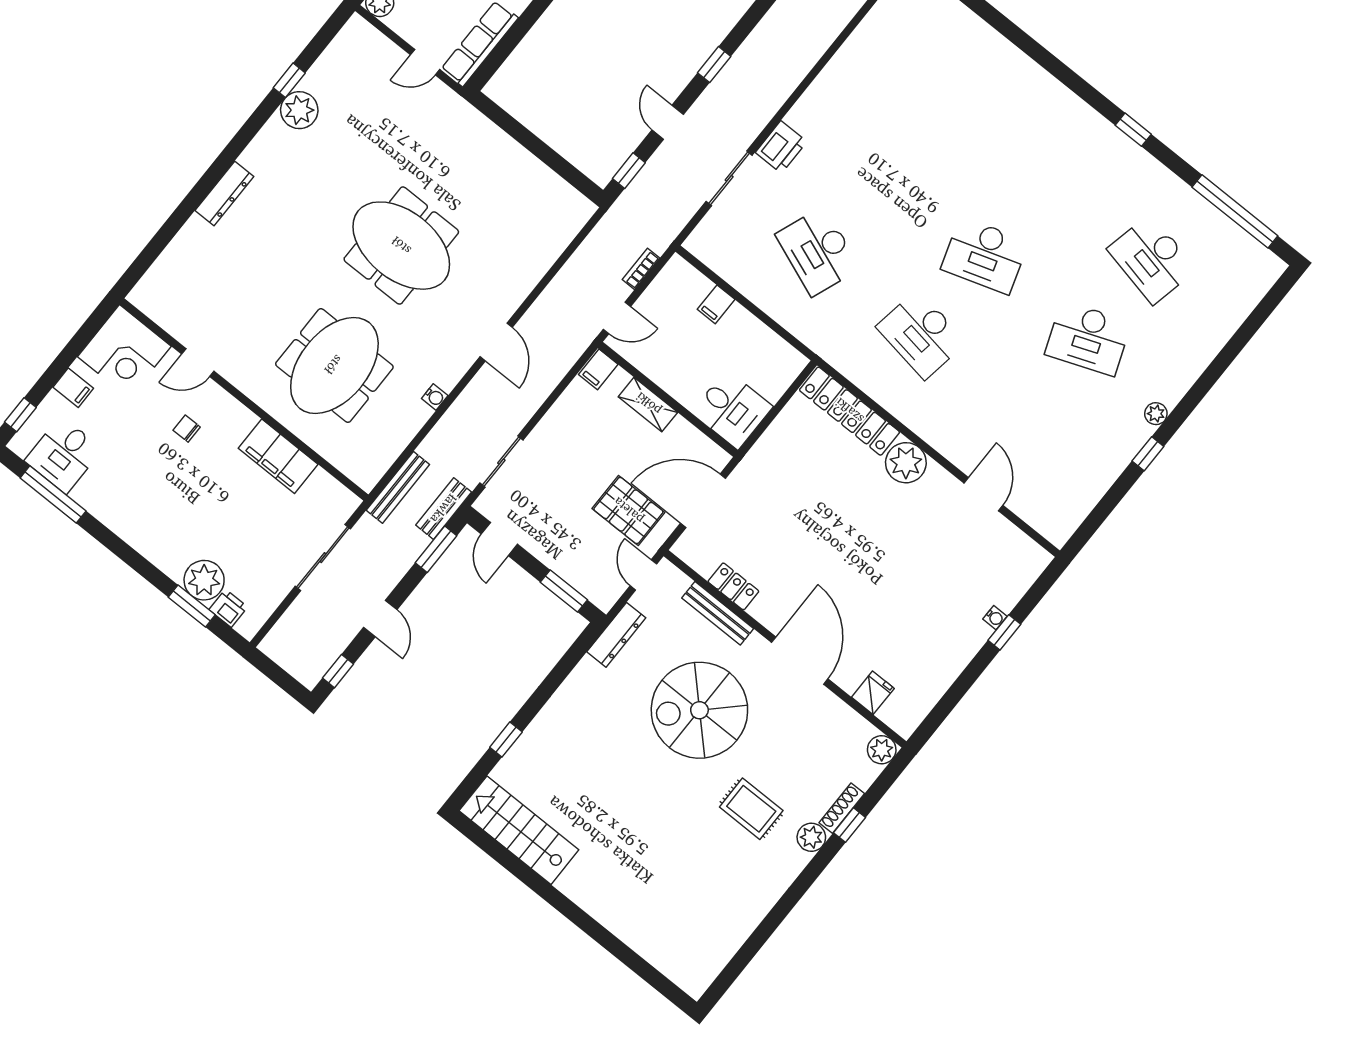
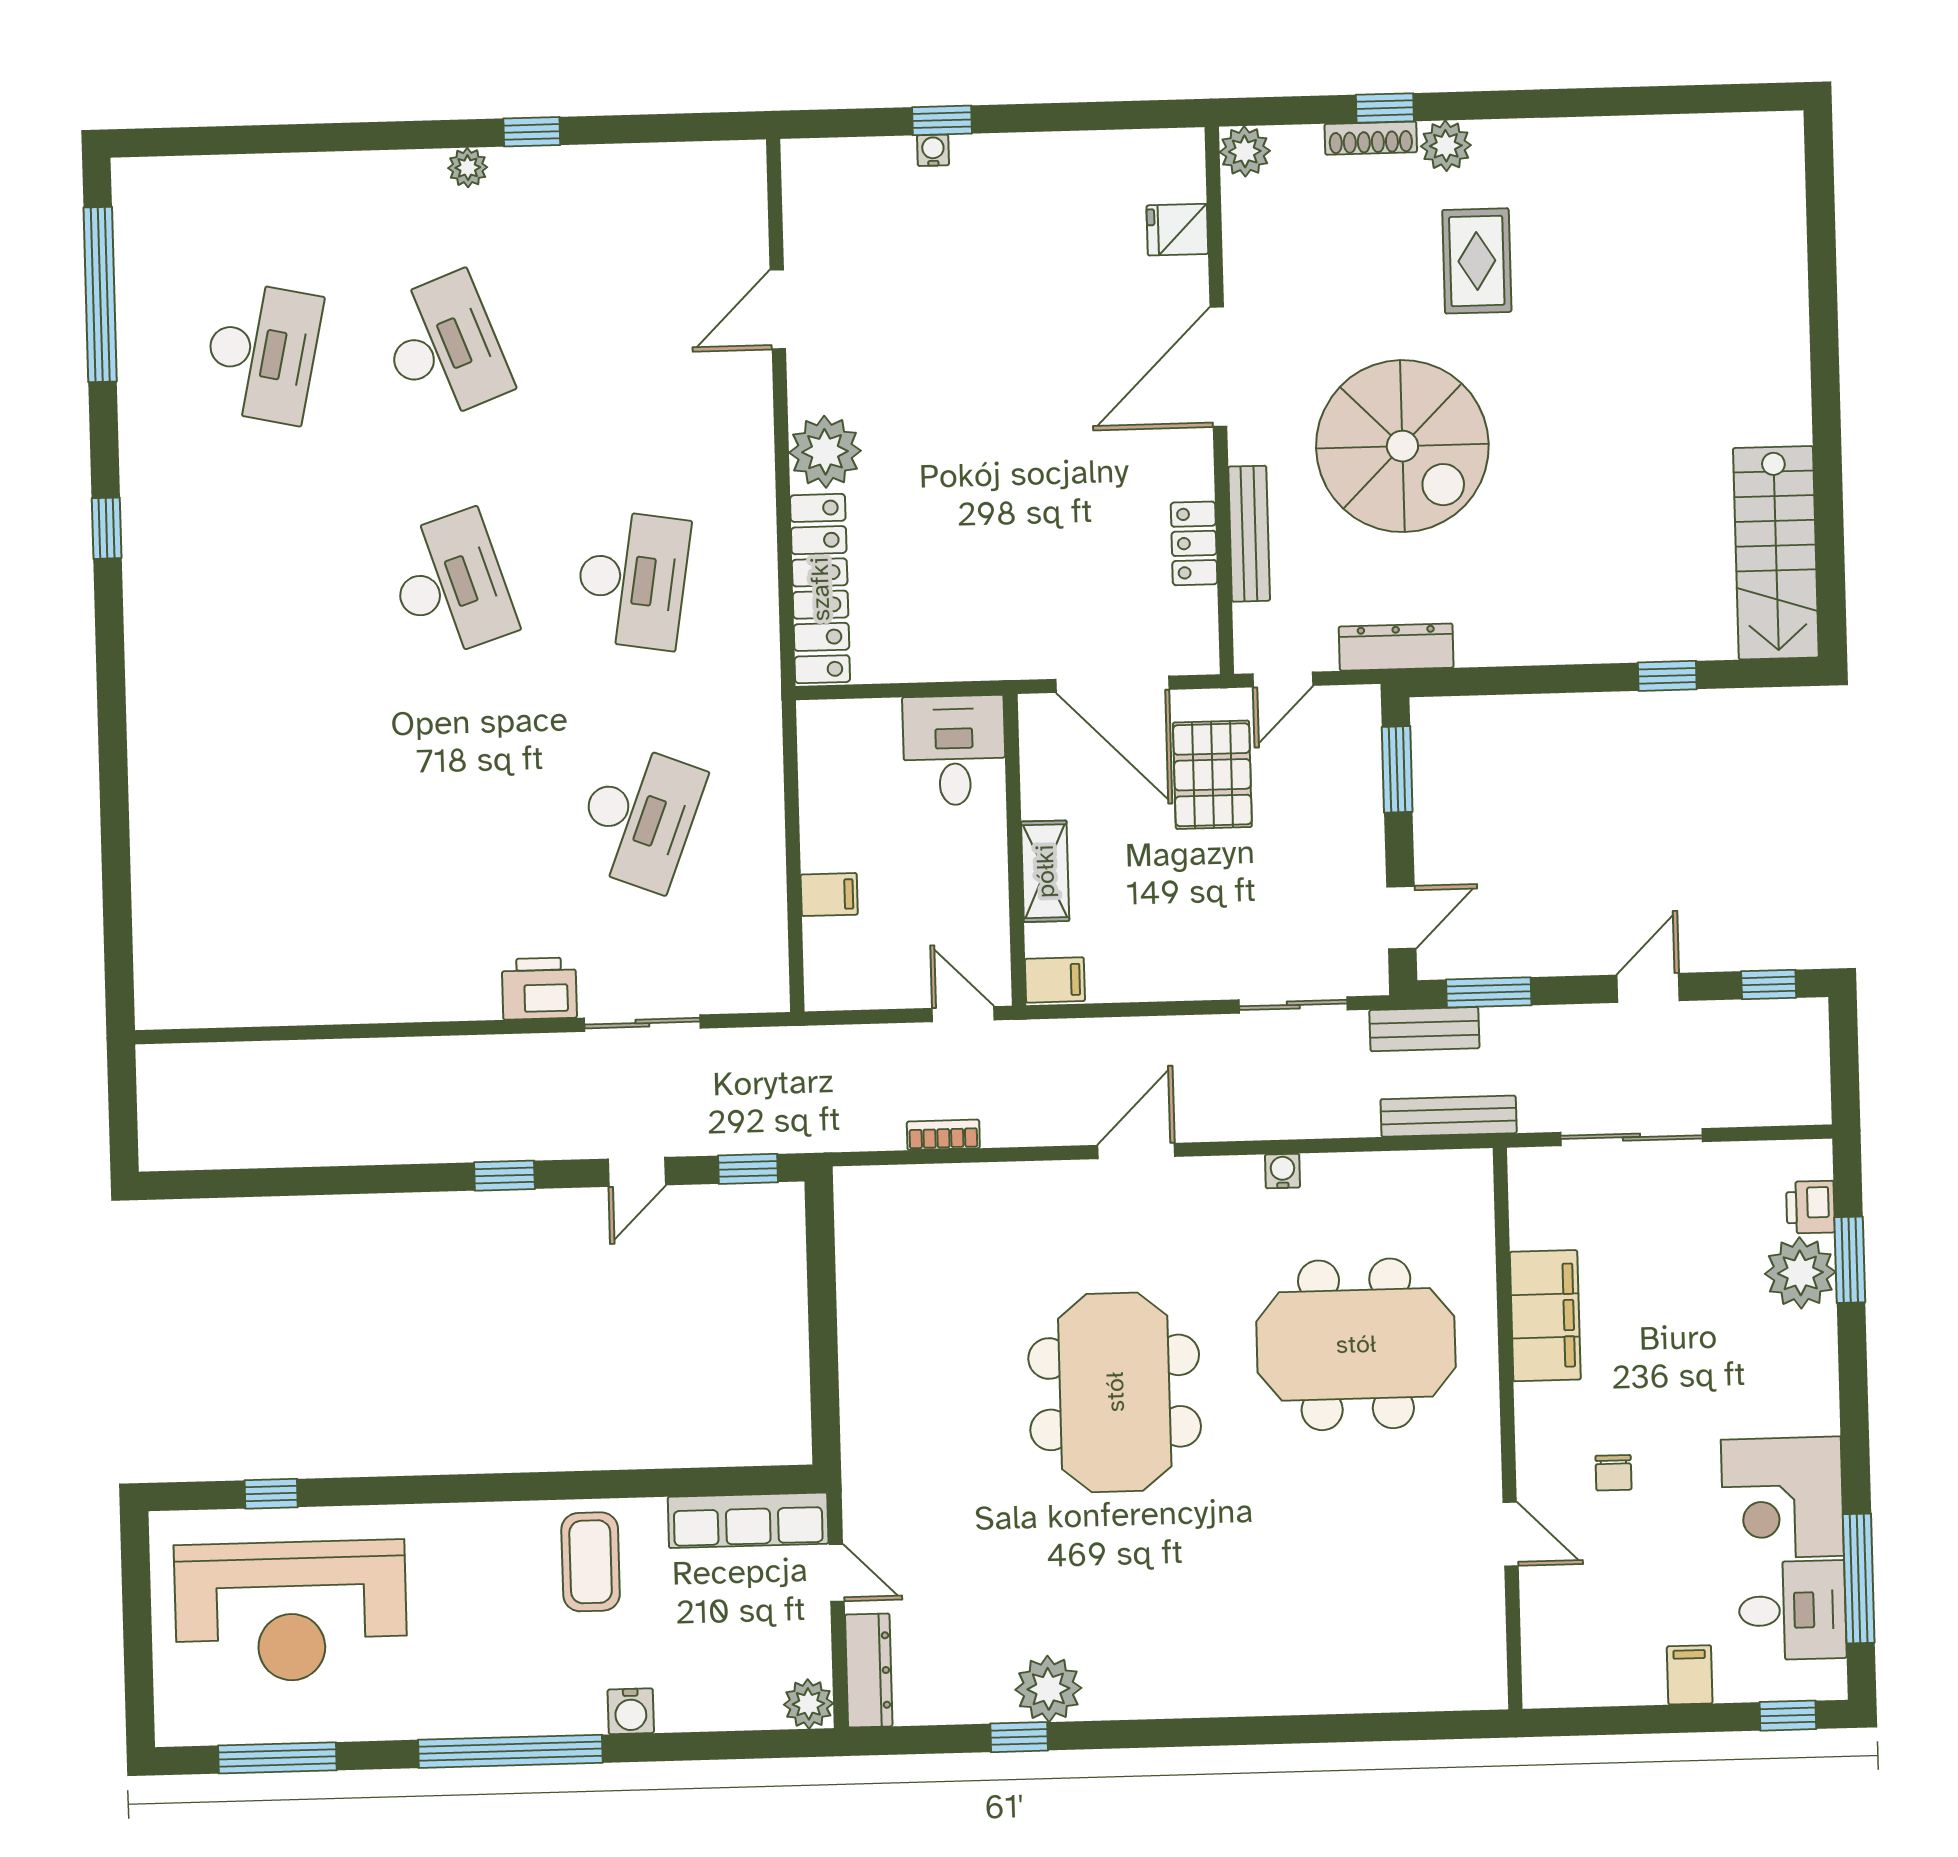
dresser: (224, 193) -> (869, 1670), moved, turned 90
bookcase: (641, 269) -> (943, 1135), moved, turned 180
corner desk: (124, 351) -> (1782, 1498), moved, turned 180

